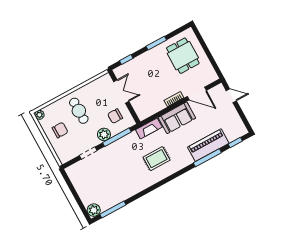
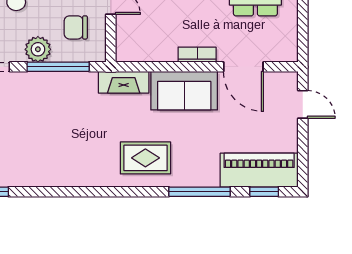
piano: (208, 145) -> (259, 170), moved
rug: (156, 159) -> (145, 158), moved

